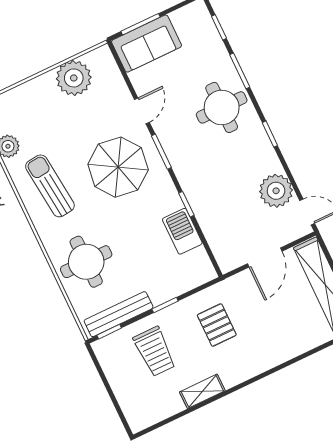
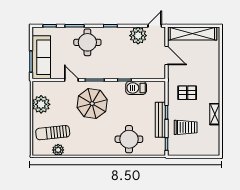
sofa: (147, 44) -> (41, 57), width x1.36
sun lounger: (50, 186) -> (53, 133), moved
bench: (119, 314) -> (160, 120), moved

